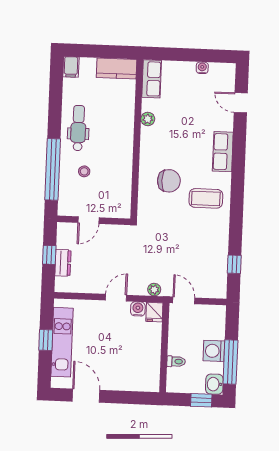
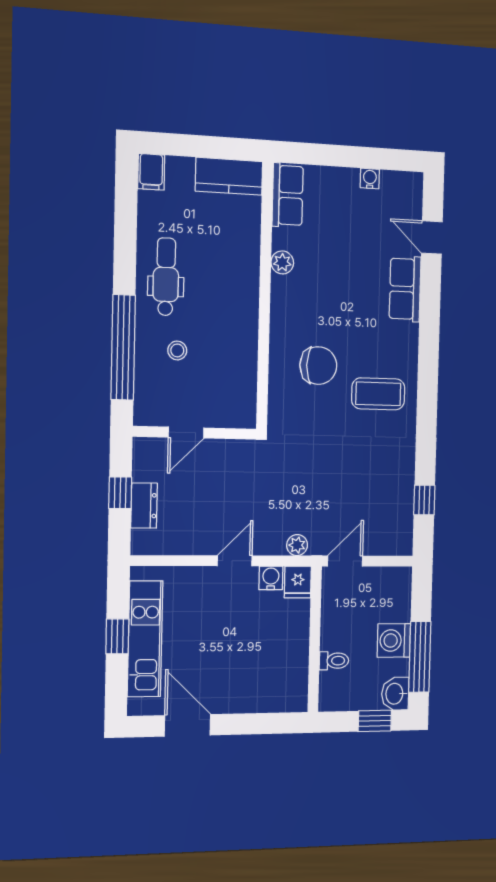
row of seats: (223, 152) -> (405, 289), moved
door: (184, 300) -> (345, 561), hinge flipped

